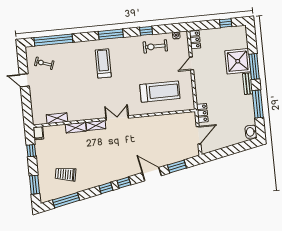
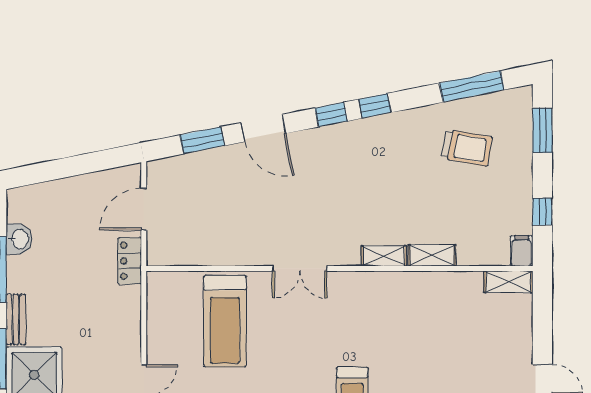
treadmill: (160, 92) -> (225, 321), turned -90
shelving: (57, 118) -> (508, 282), moved
double door: (117, 118) -> (300, 268), moved
washbasin: (251, 132) -> (19, 239), moved

